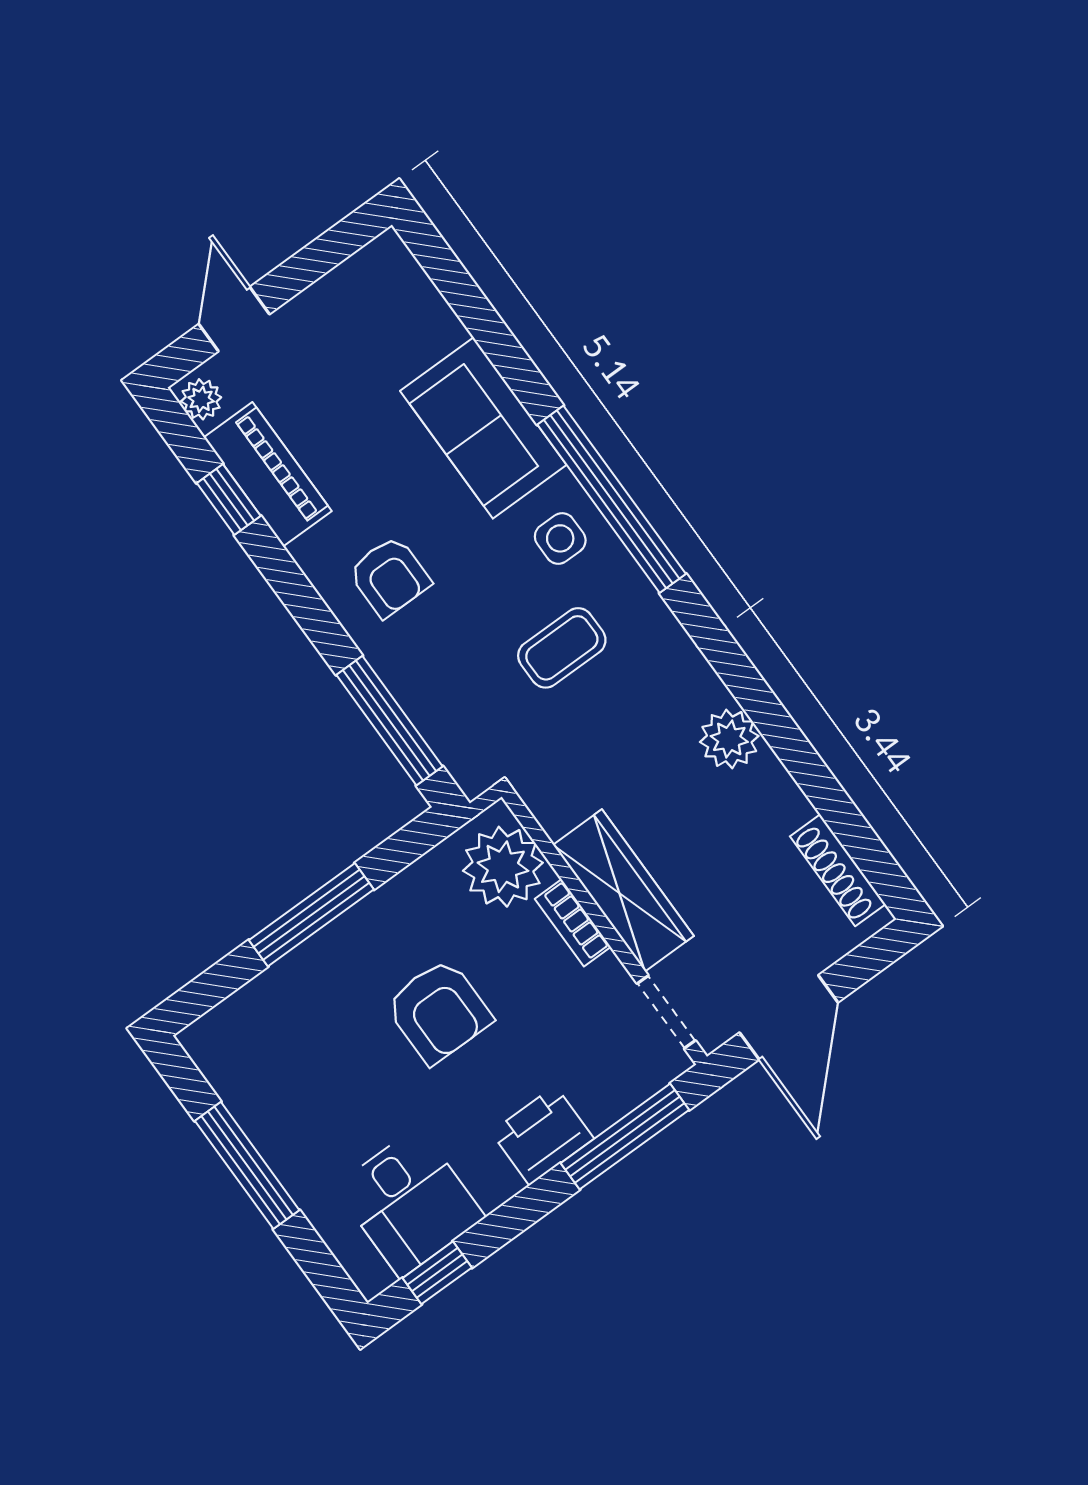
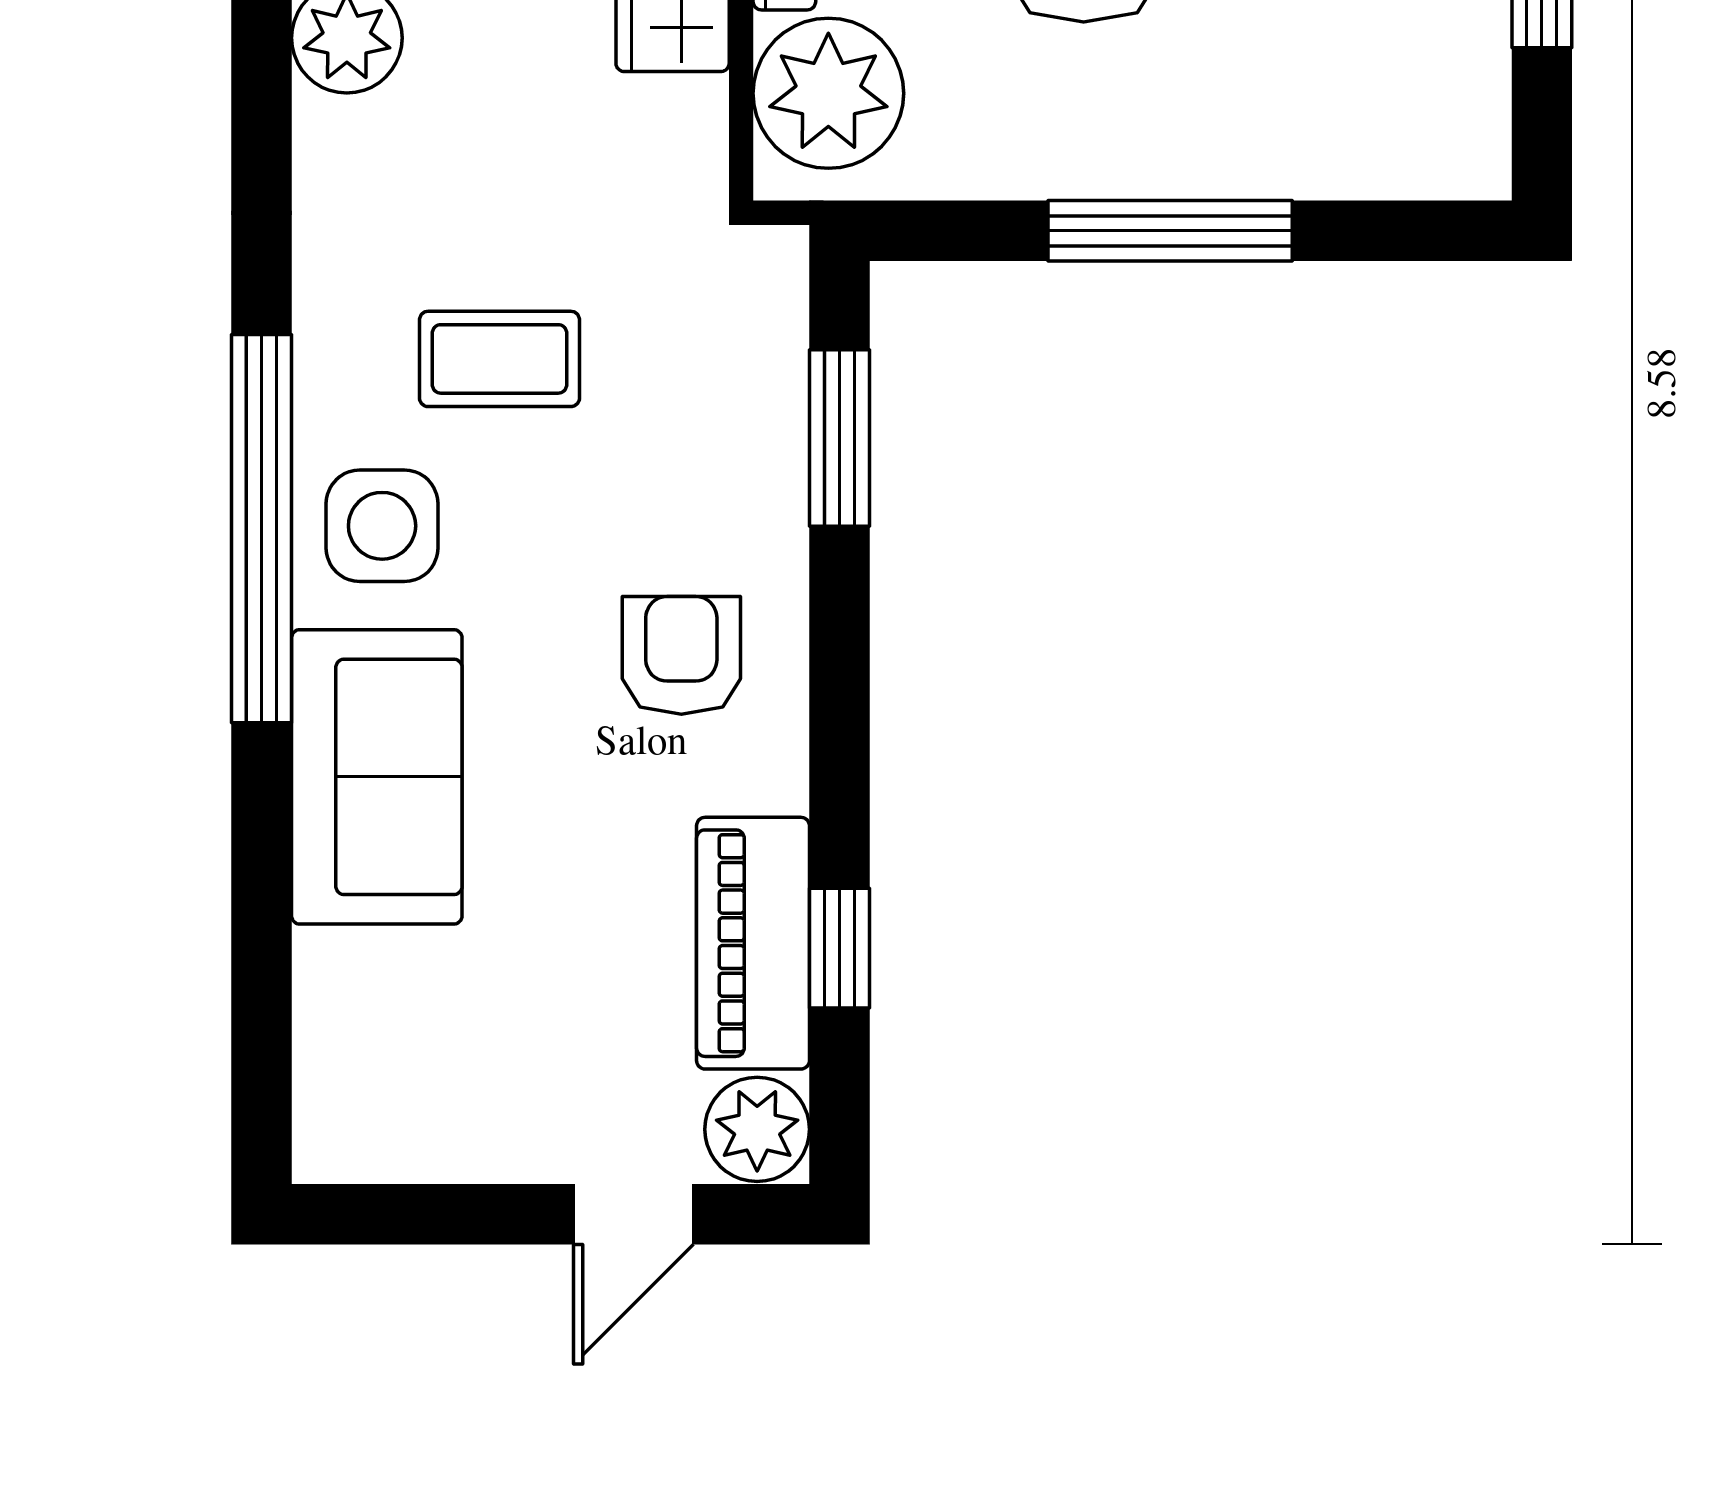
plant: (201, 399) -> (757, 1129), width x1.38, depth x1.38
side table: (560, 538) -> (382, 526), width x1.37, depth x1.37
window: (389, 721) -> (839, 438), width x0.69

